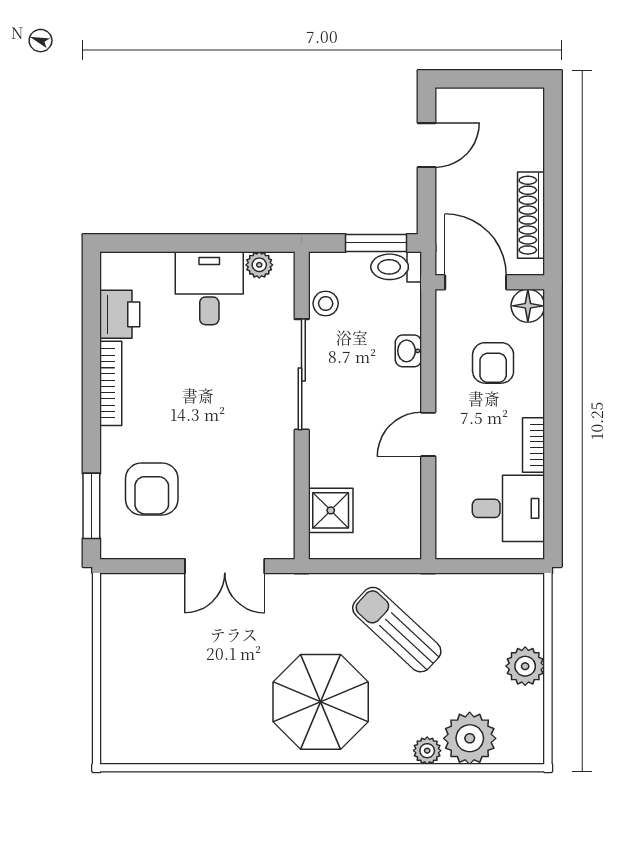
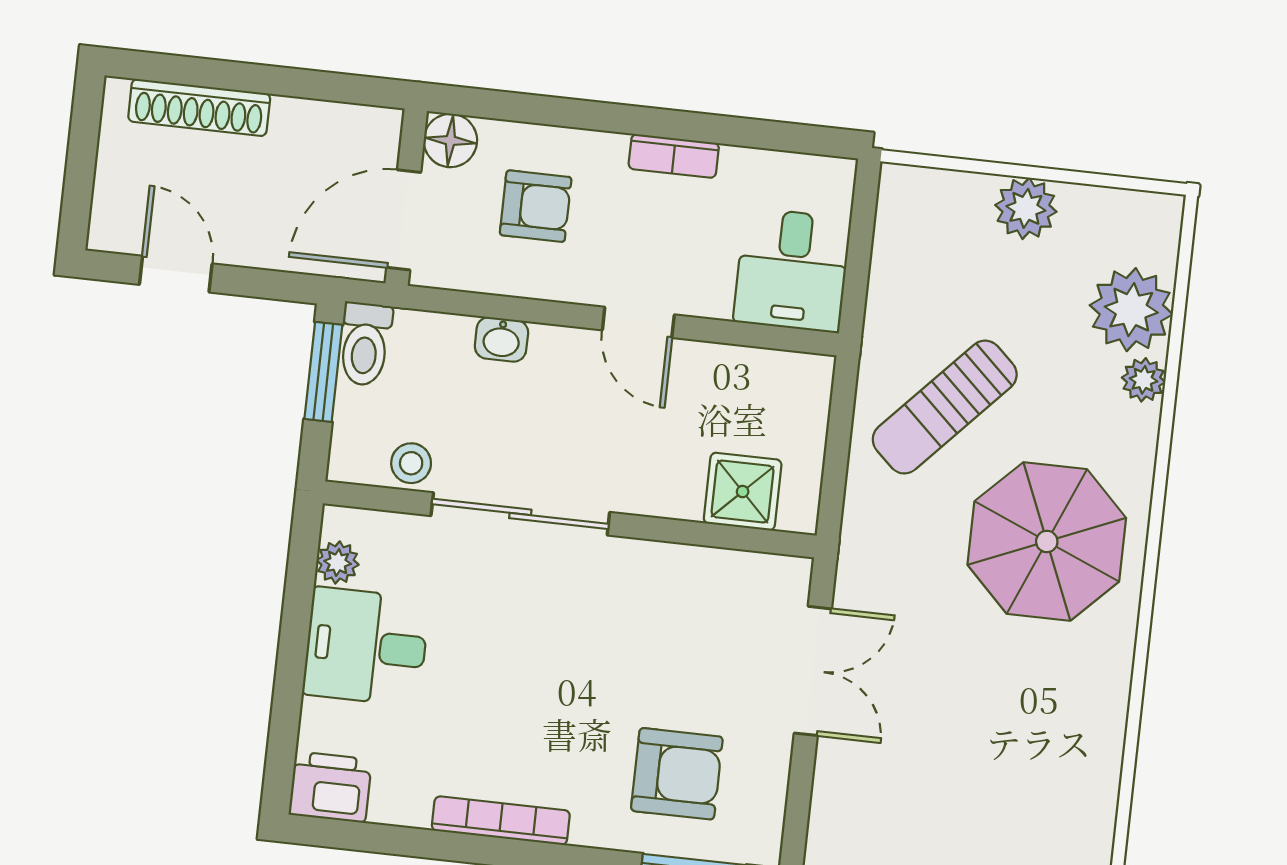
shoe rack: (531, 215) -> (199, 108), moved
printer: (120, 314) -> (330, 787), moved
desk: (508, 508) -> (792, 270), moved, turned 180

